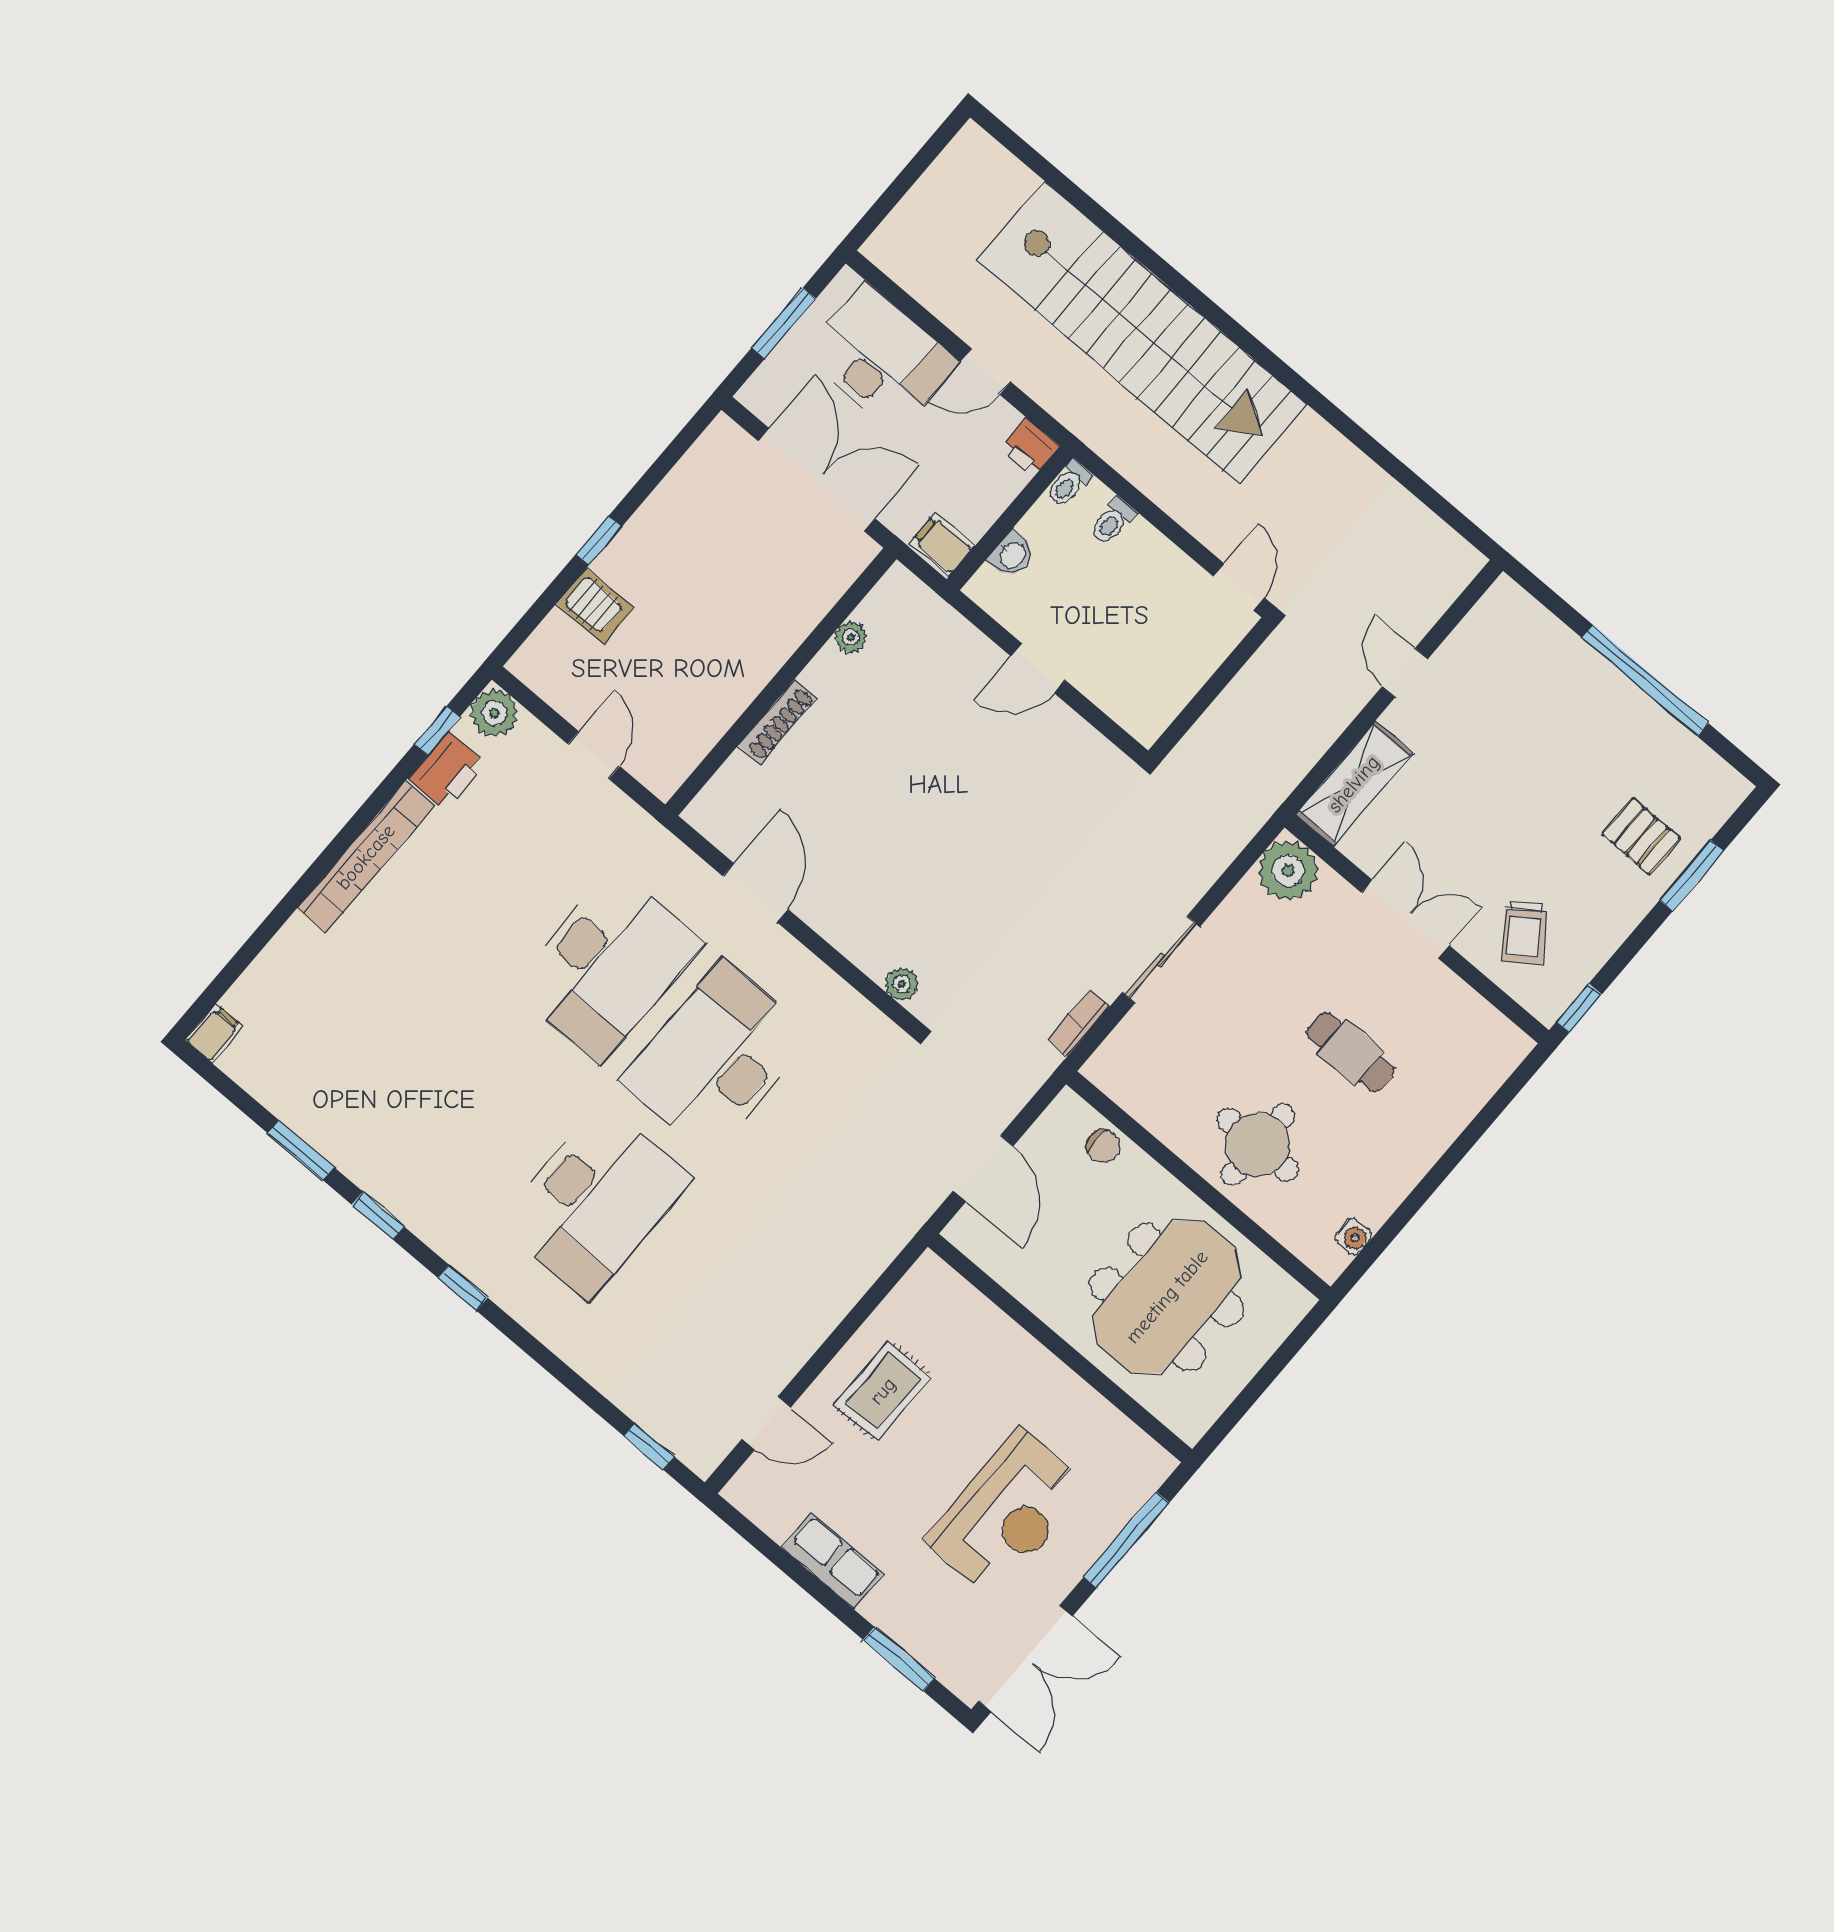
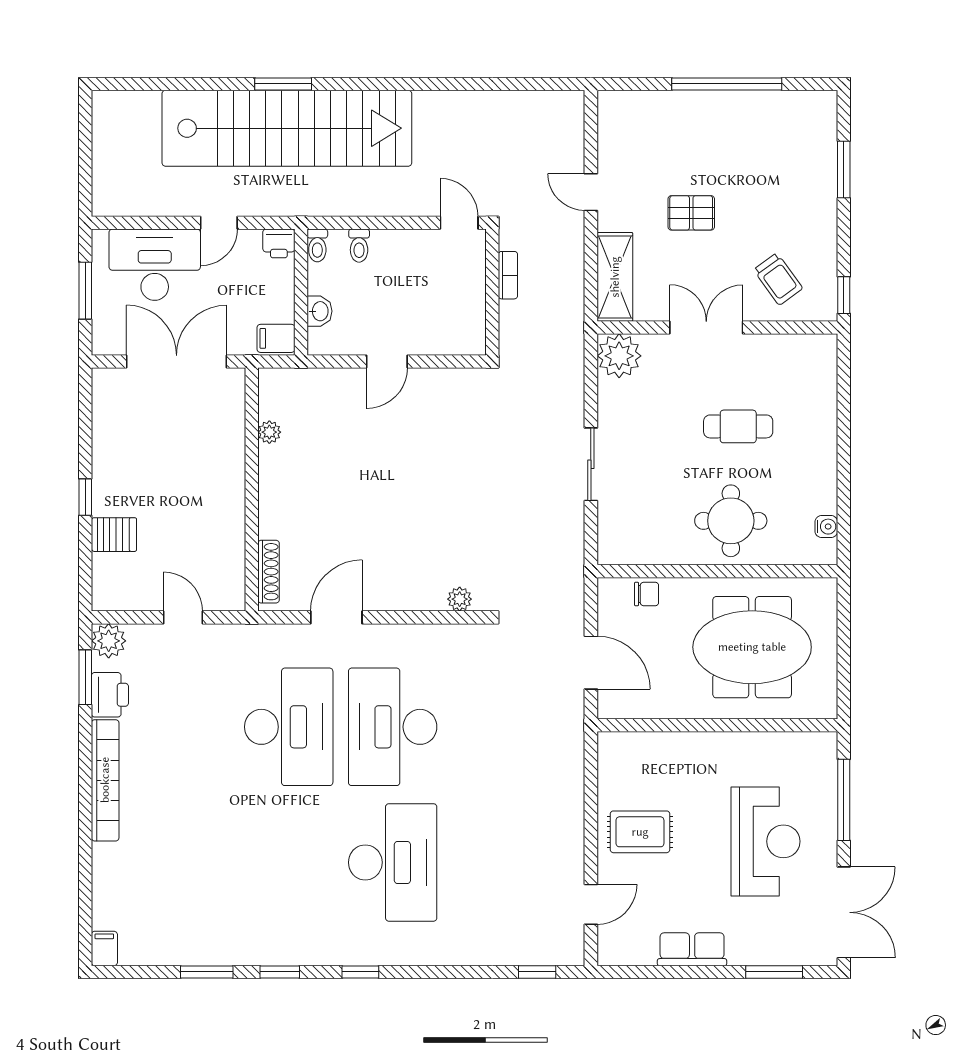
window: (1178, 283) -> (283, 84), added
shoe rack: (778, 722) -> (269, 572), moved
window: (437, 730) -> (85, 677), width x1.50
pallet: (1641, 836) -> (691, 213), moved
door: (755, 893) -> (336, 617), hinge flipped
bookcase: (1078, 1023) -> (508, 275), moved, turned 180
meeting table: (1167, 1297) -> (752, 647), turned 90
rug: (883, 1391) -> (640, 832), turned 90

